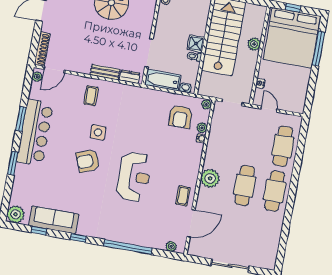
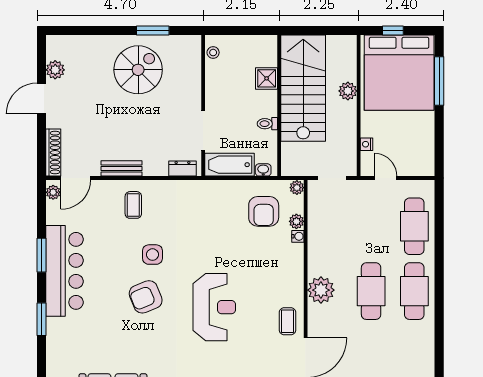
shower: (196, 44) -> (267, 78), moved
bench: (105, 72) -> (122, 168), moved

